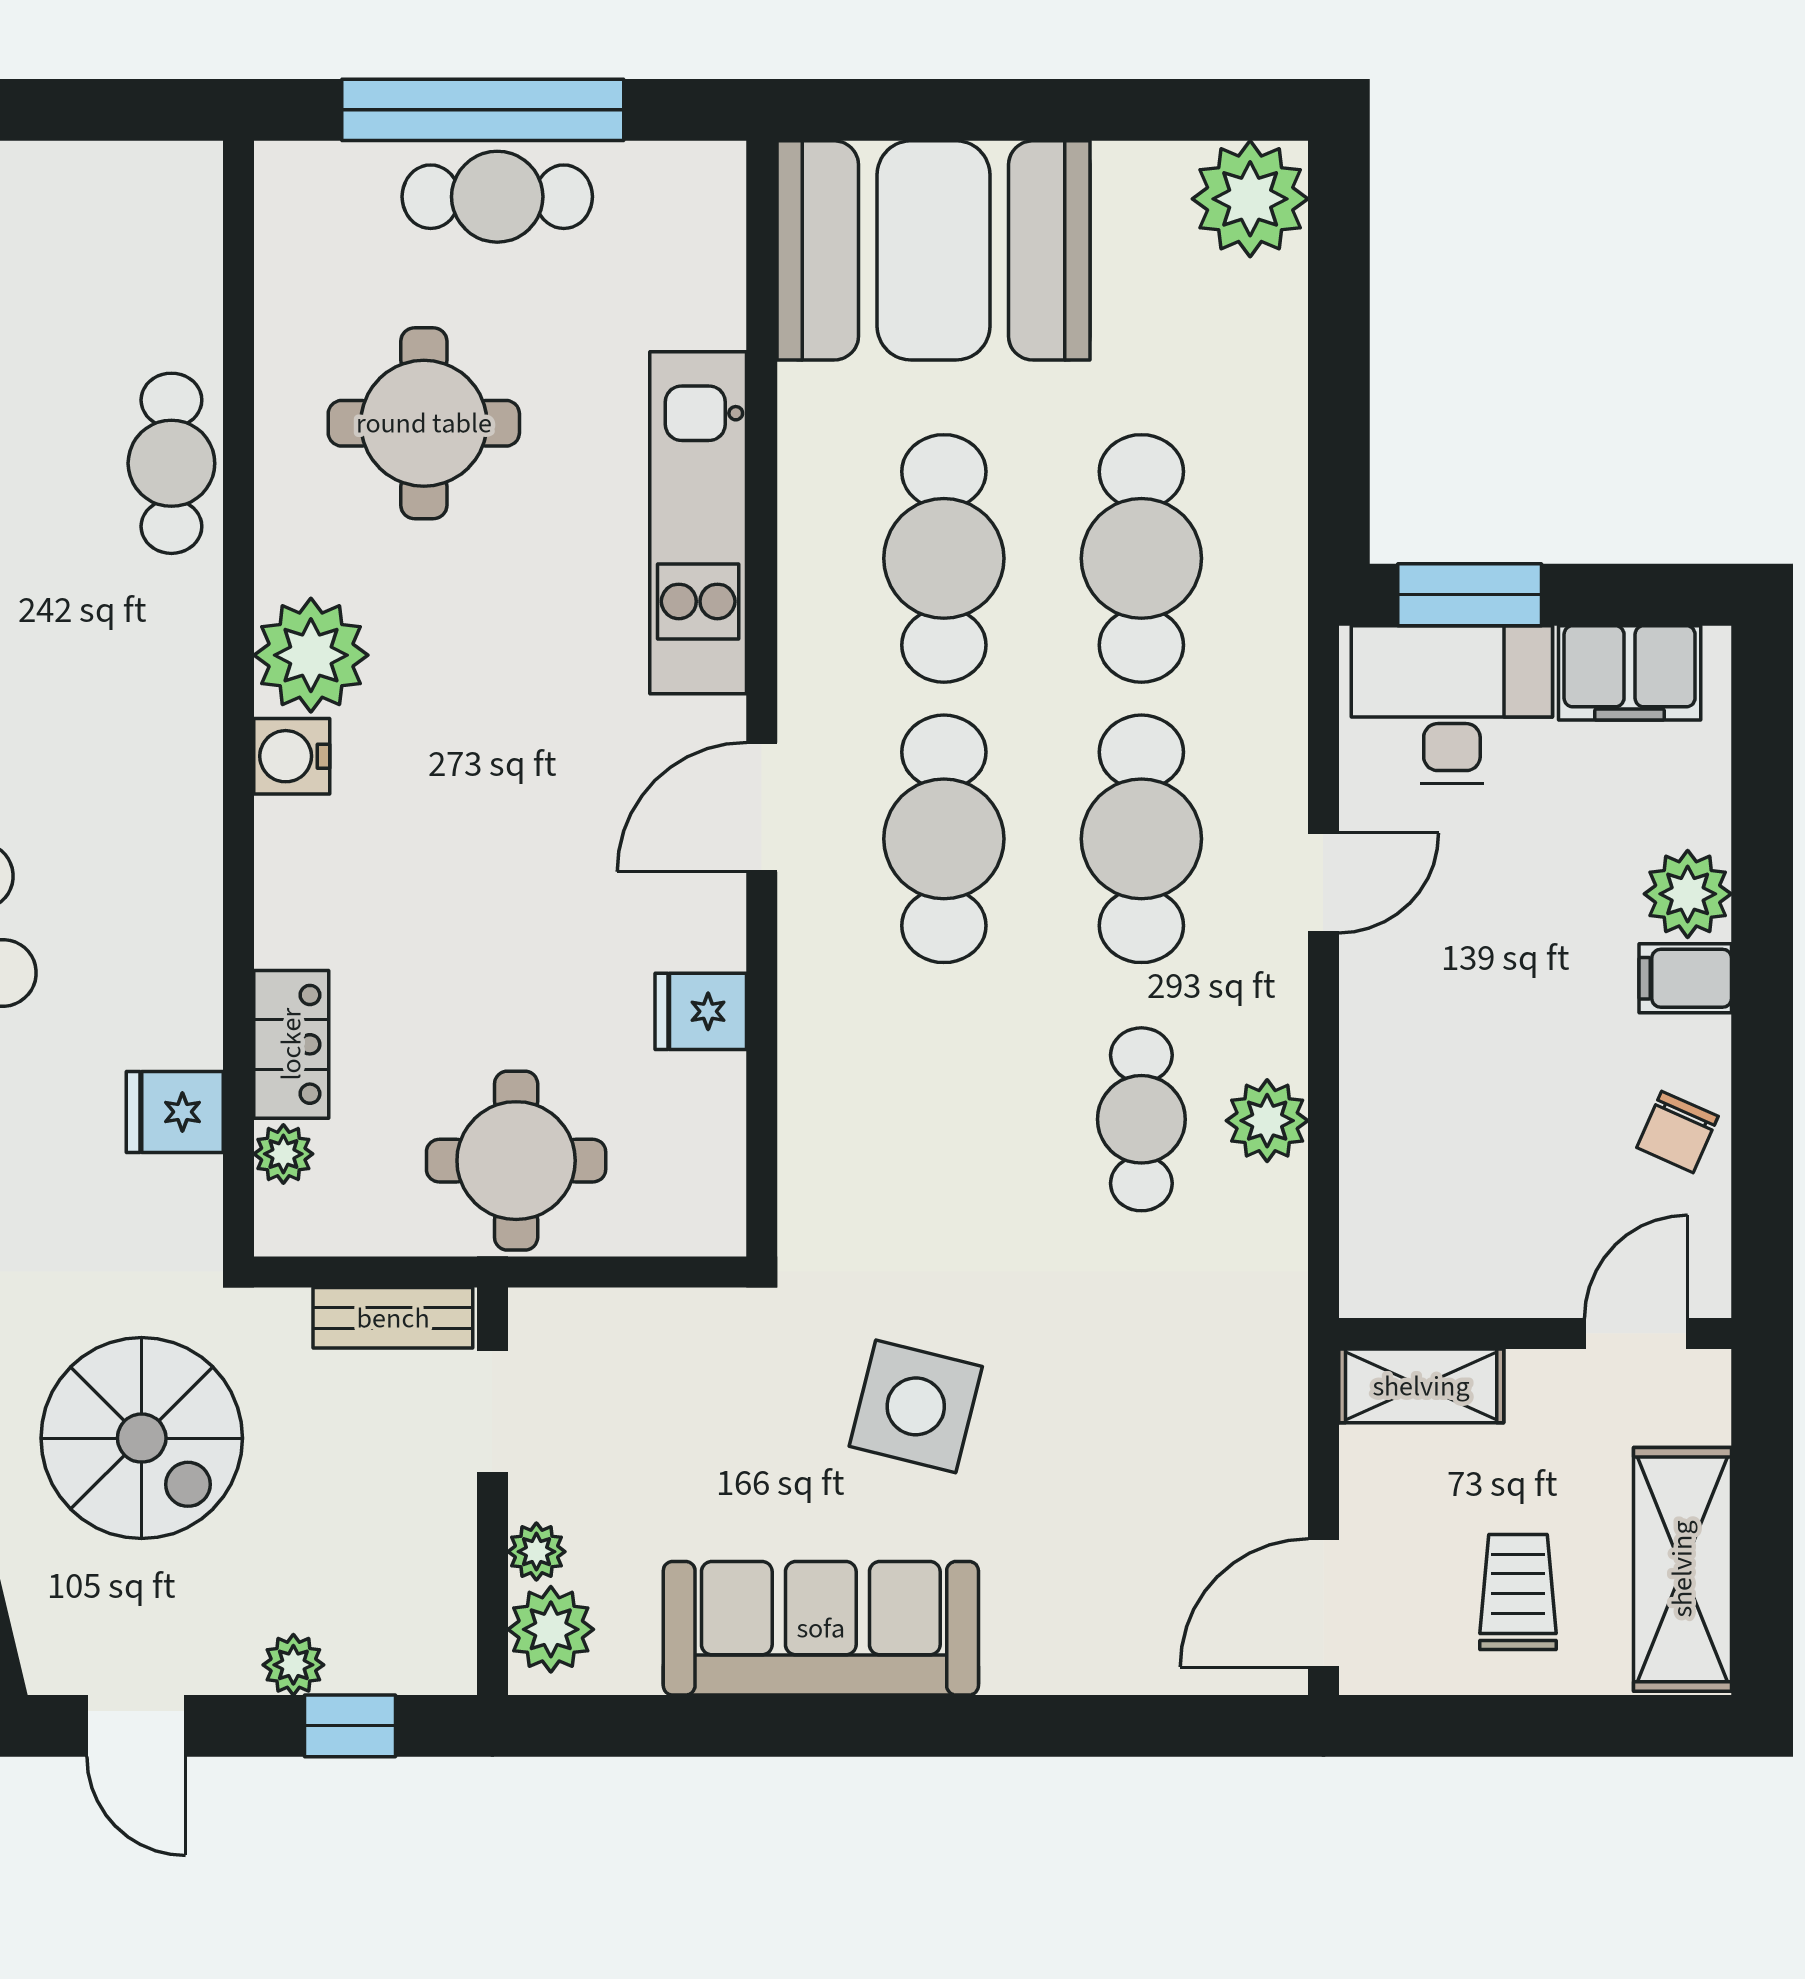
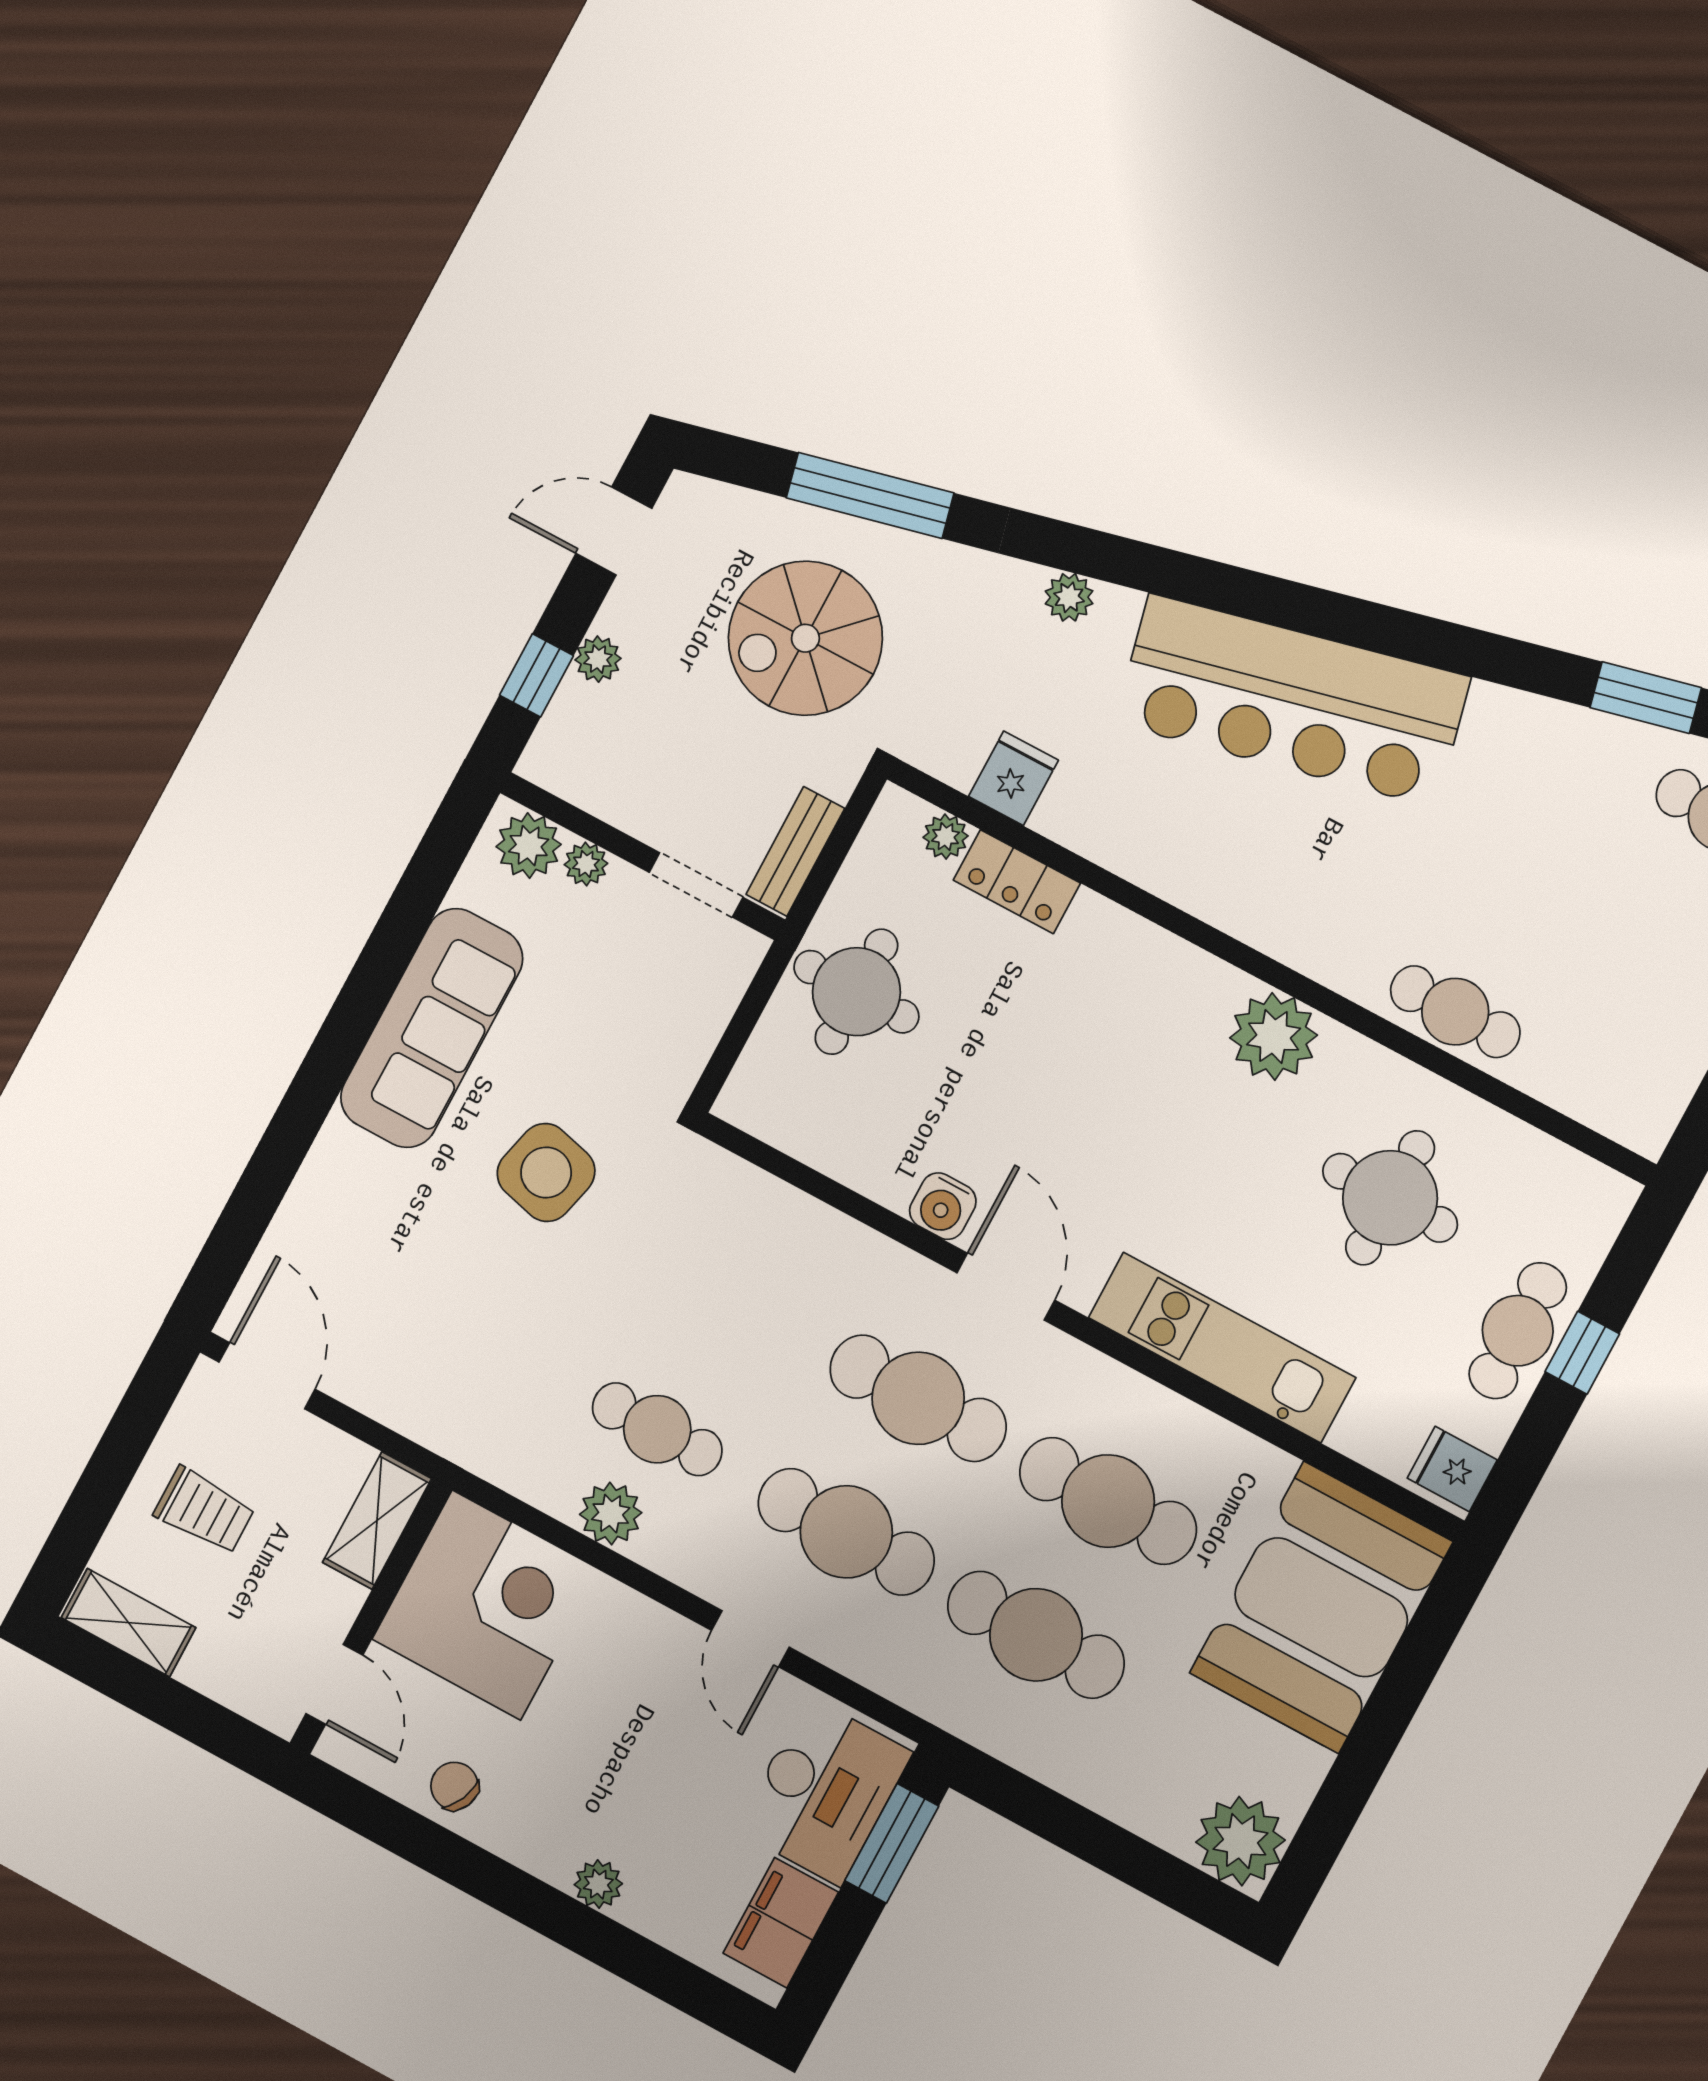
window: (483, 110) -> (1582, 1353), width x0.32
water cooler: (292, 756) -> (943, 1206), moved, turned 180
plant: (1688, 894) -> (598, 1884), width x0.73, depth x0.73
filing cabinet: (1685, 978) -> (555, 1848), removed
fridge: (701, 1011) -> (1452, 1469), moved, turned -90
corner desk: (1450, 1207) -> (486, 1605), added
shelving: (1682, 1569) -> (128, 1623), width x0.67, depth x0.75

